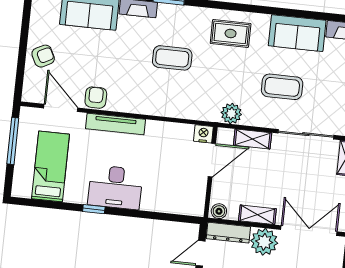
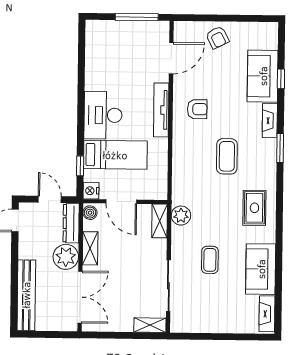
coffee table: (282, 87) -> (210, 260), width x0.73, depth x0.77
armchair: (96, 98) -> (197, 109), moved
nightstand: (203, 134) -> (91, 191), moved, turned 180
shelving: (253, 139) -> (160, 221), moved
door: (212, 160) -> (121, 202), moved
bed: (51, 166) -> (115, 155), moved
window: (94, 209) -> (80, 166), moved

